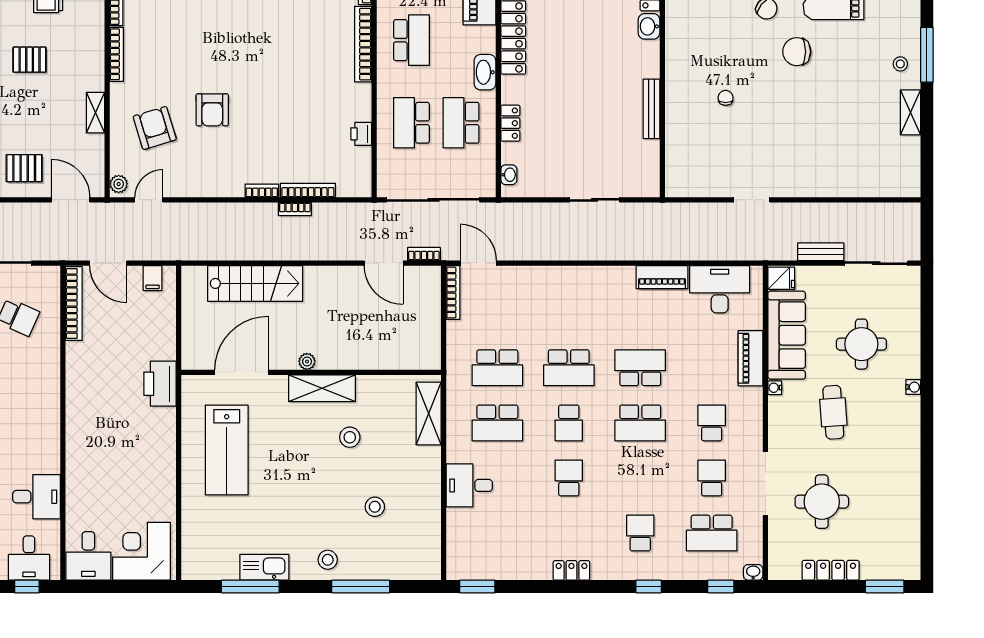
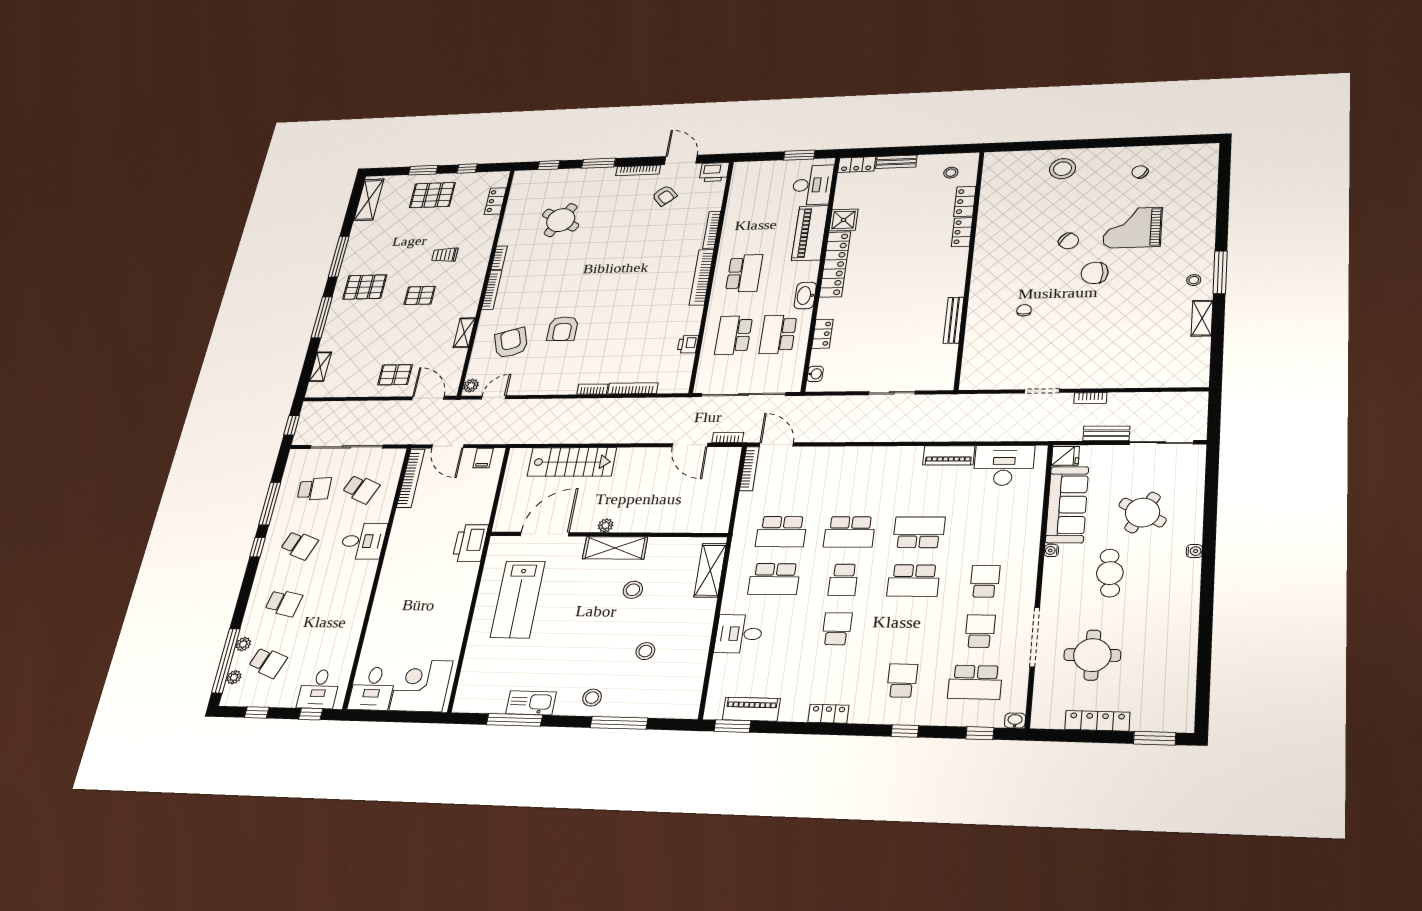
washbasin: (649, 26) -> (958, 257), removed
bookcase: (295, 209) -> (1090, 398), moved
round table: (861, 344) -> (1143, 513), turned 30
piano: (750, 358) -> (751, 709), moved, turned 90
desk: (37, 497) -> (363, 541), moved

